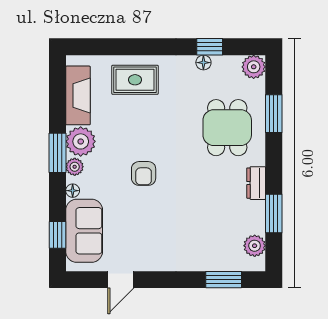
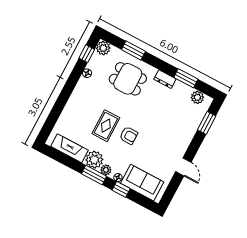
window: (210, 47) -> (87, 54), moved
rug: (135, 80) -> (106, 126), moved
window: (57, 235) -> (121, 189), moved
door: (121, 280) -> (183, 167), moved

